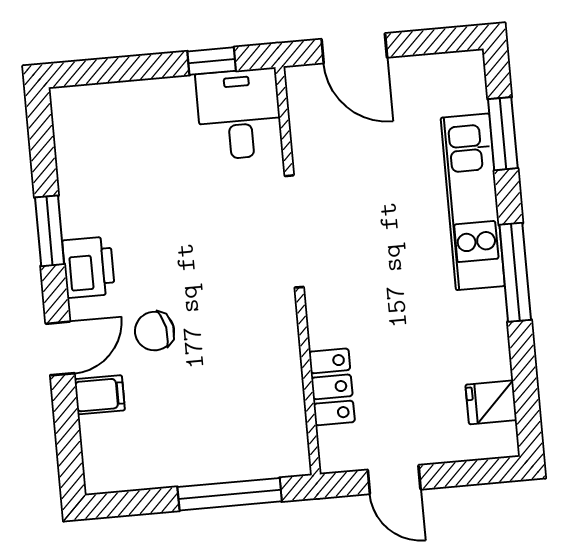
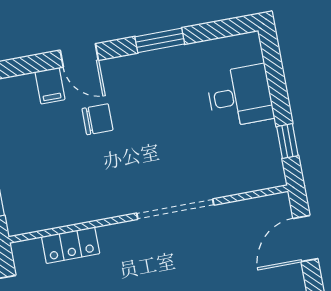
desk: (239, 114) -> (240, 96), moved
printer: (89, 267) -> (137, 70), removed
chair: (155, 331) -> (97, 119), turned 101

